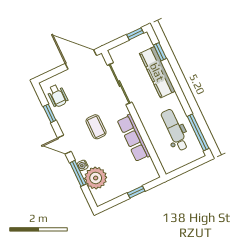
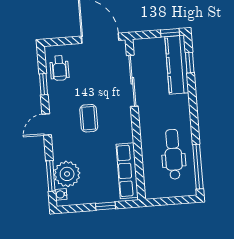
kitchen counter: (157, 72) -> (177, 65), moved
row of seats: (134, 138) -> (127, 171), moved
door: (64, 145) -> (47, 124), hinge flipped
water cooler: (83, 165) -> (61, 194), moved
window: (78, 173) -> (51, 176), moved

